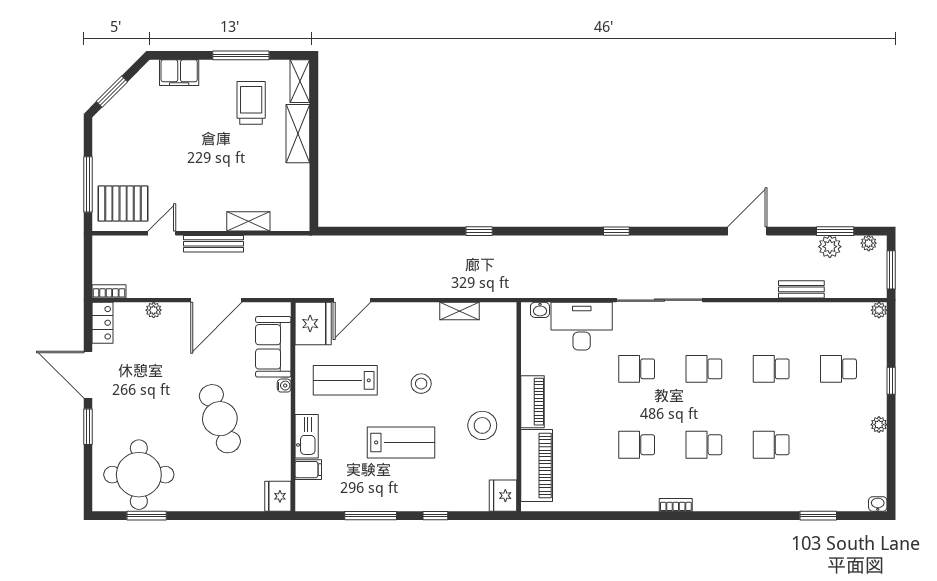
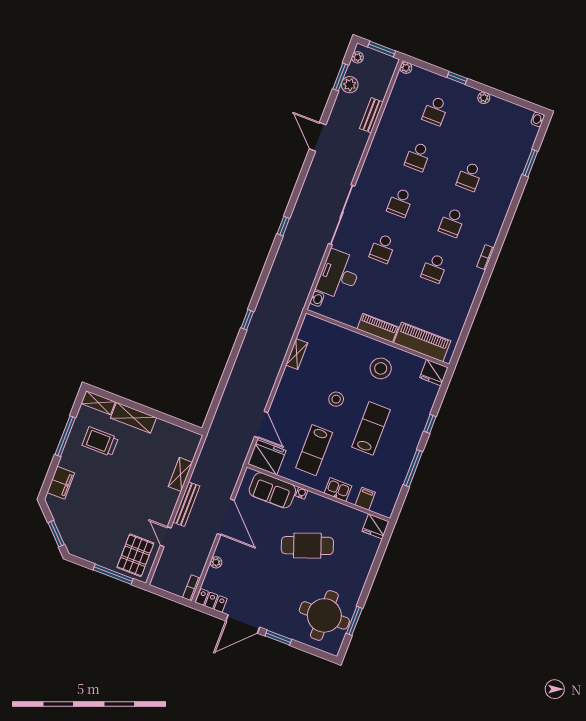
kitchen sink: (307, 436) -> (338, 489), width x0.73

